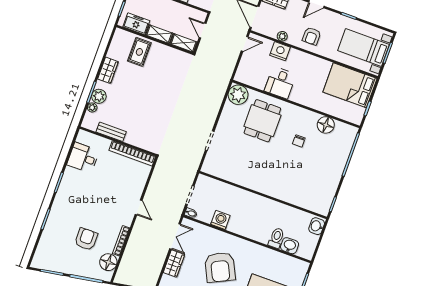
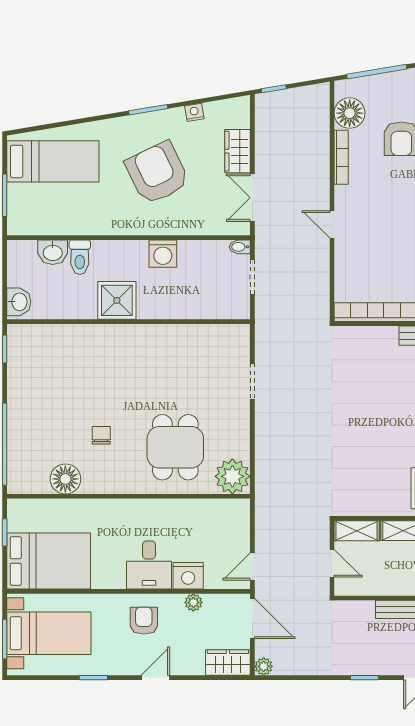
desk: (280, 83) -> (149, 565), moved, turned 180
shower: (265, 208) -> (117, 300), added
washing machine: (220, 220) -> (163, 254), moved

